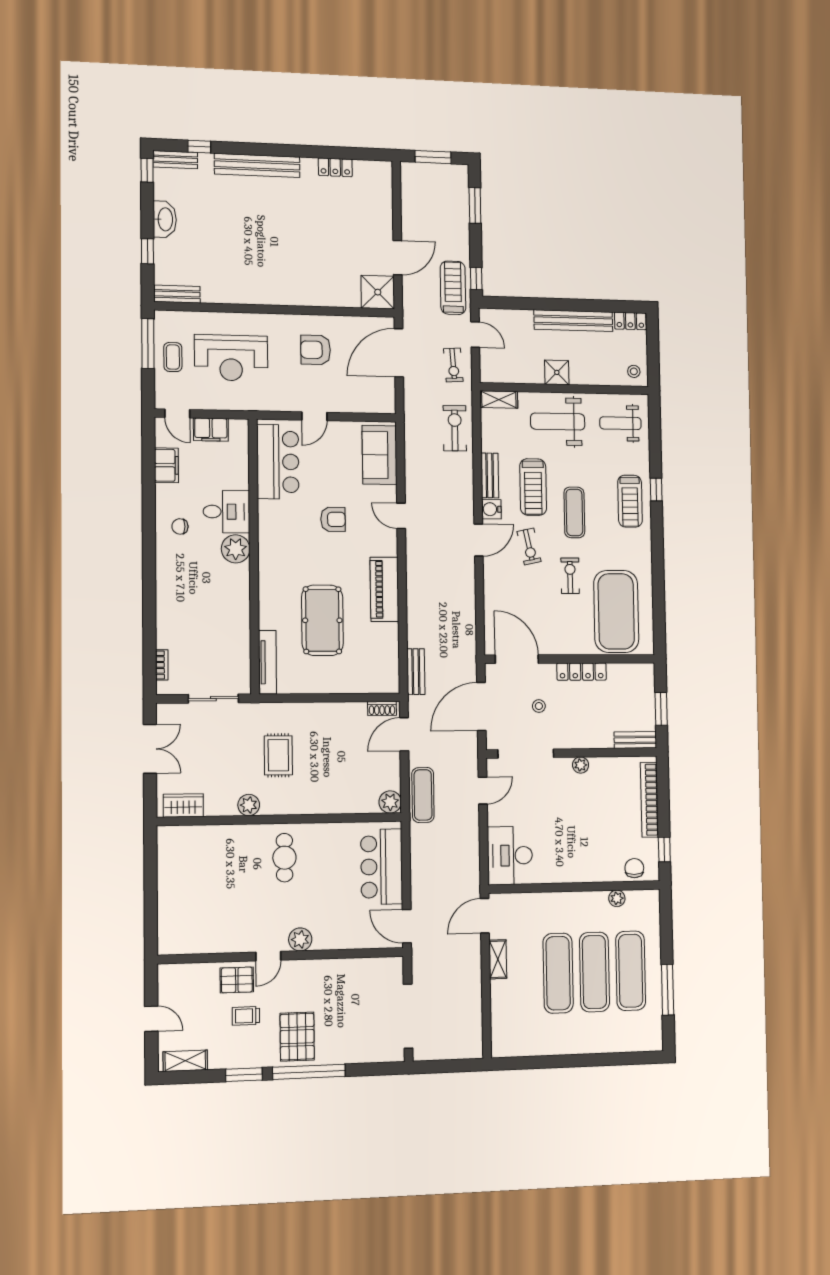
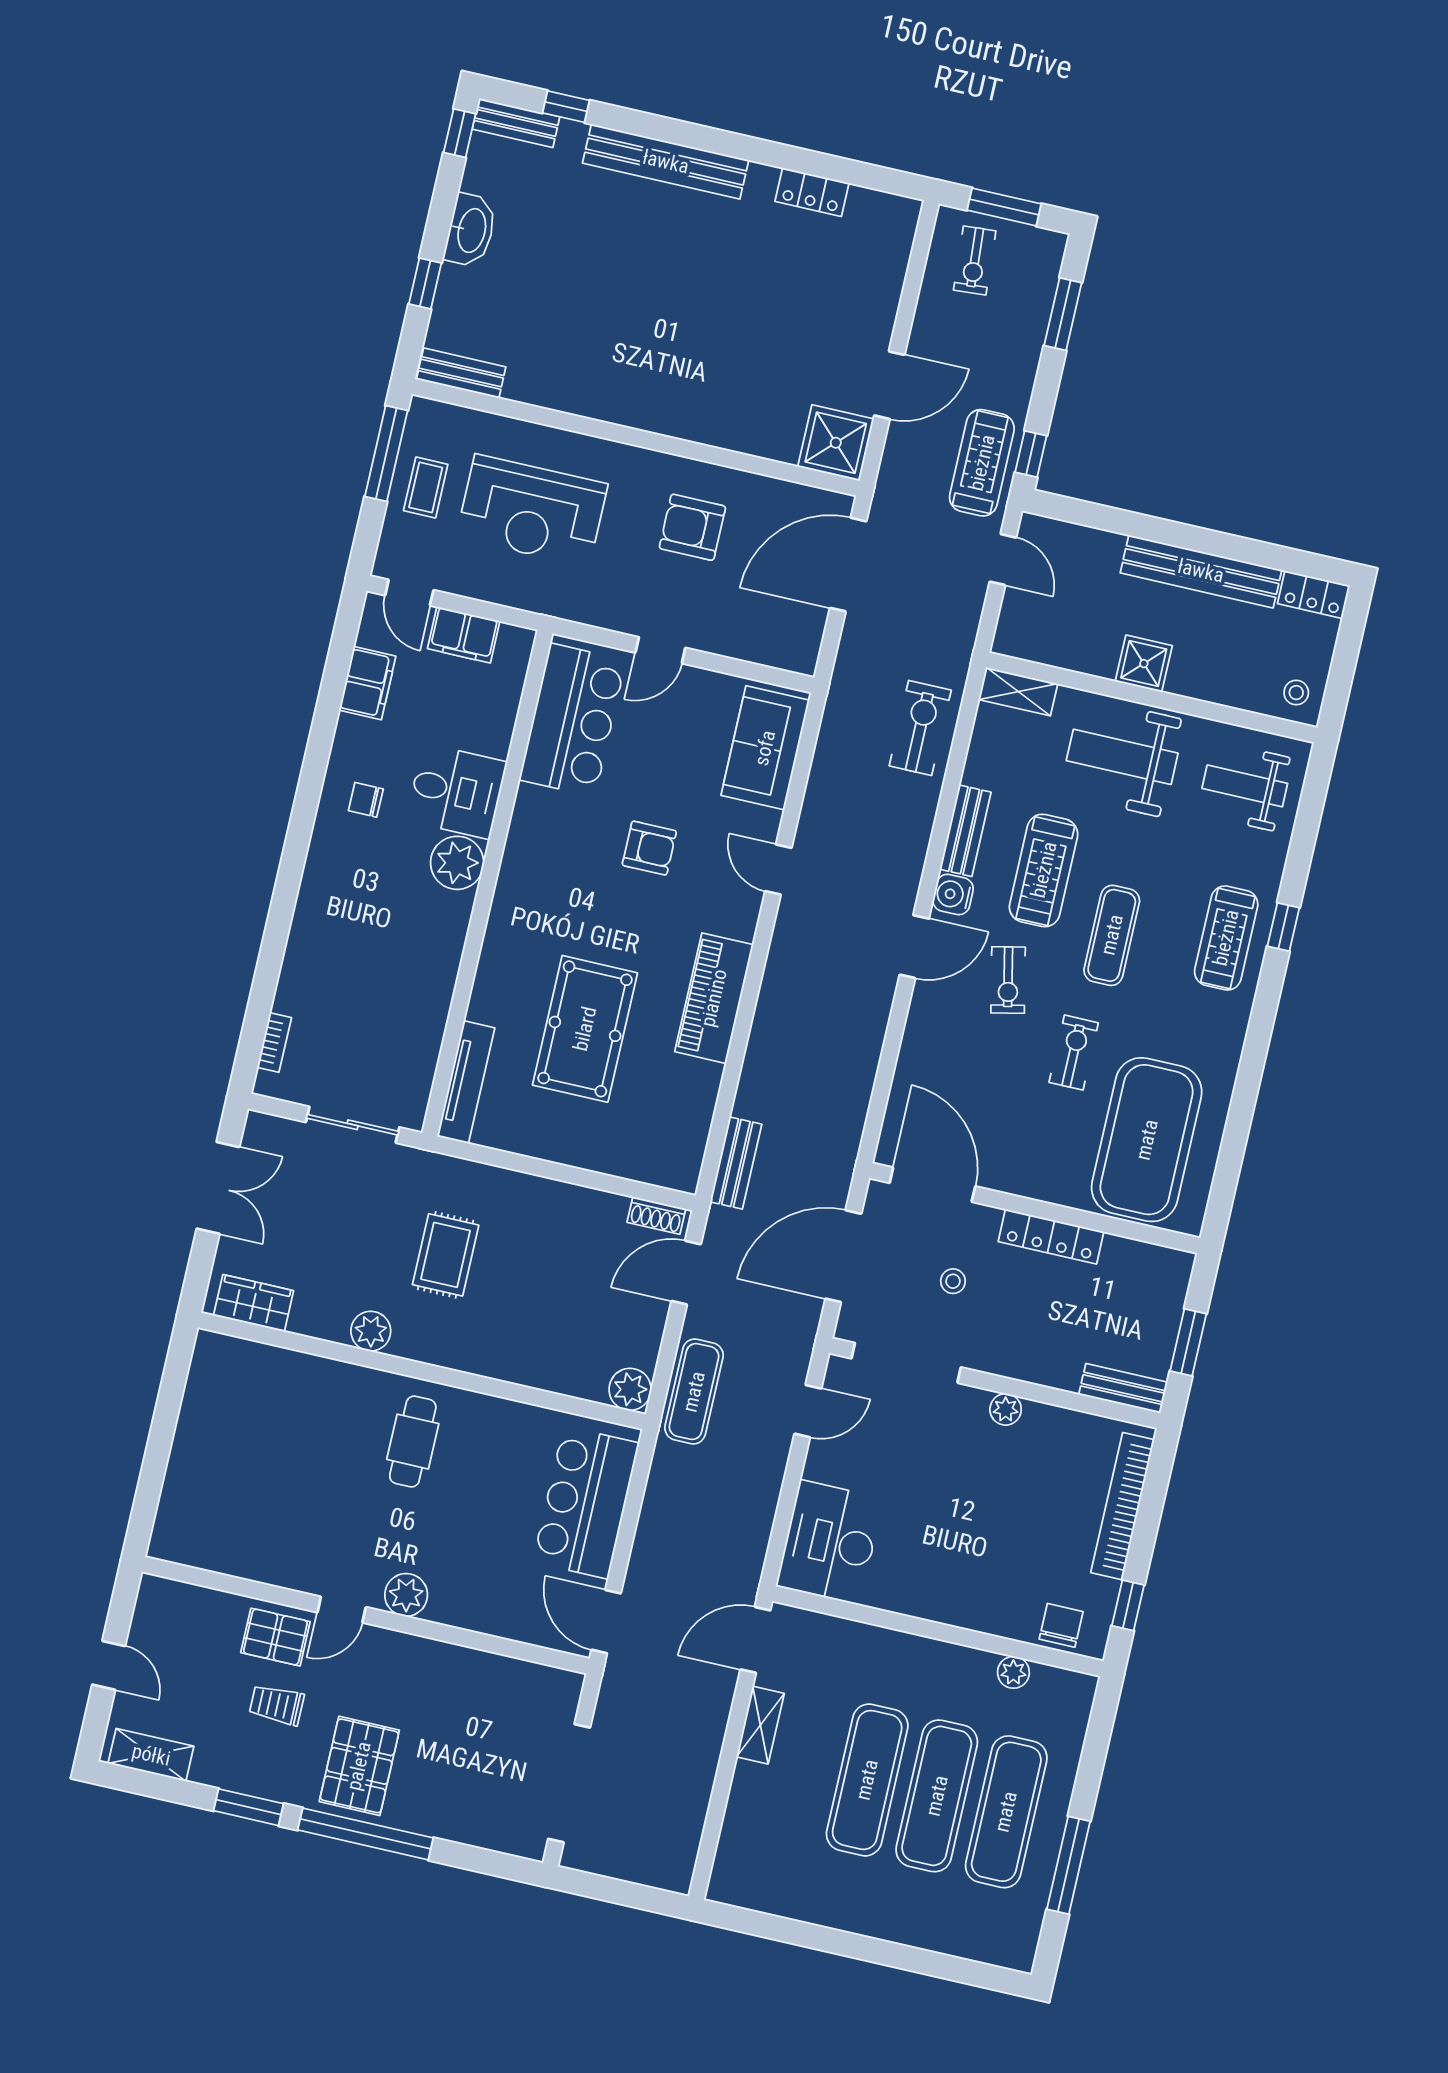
exercise bike: (453, 365) -> (975, 260), moved

